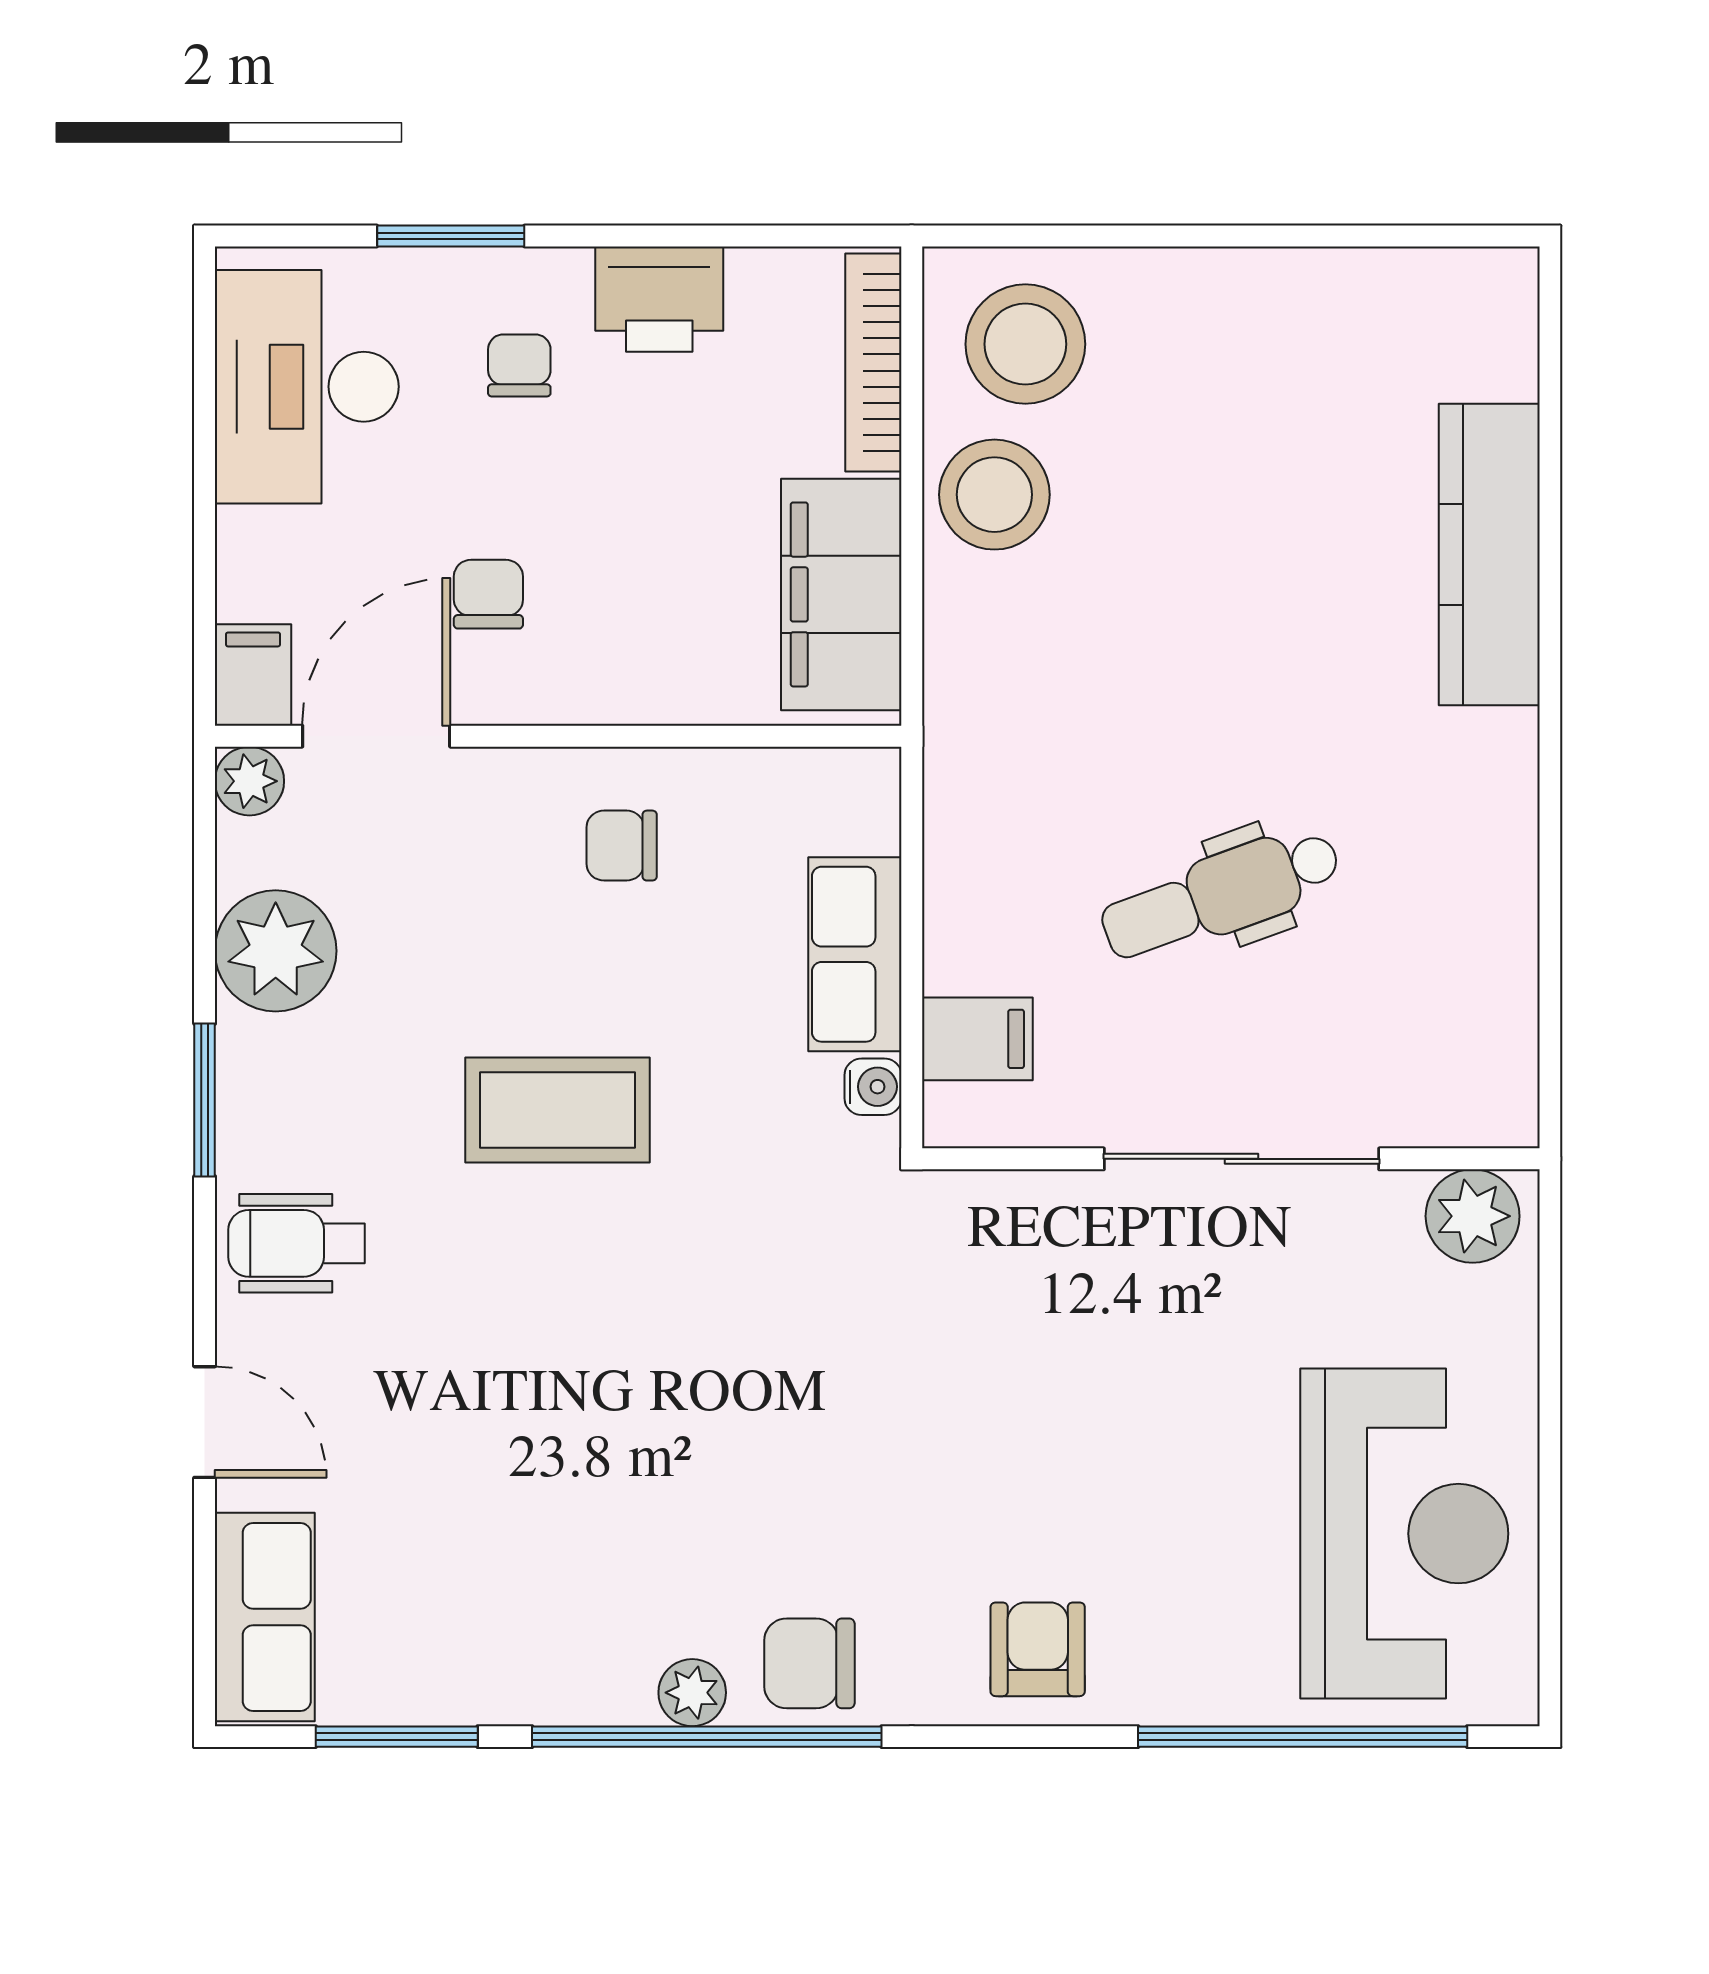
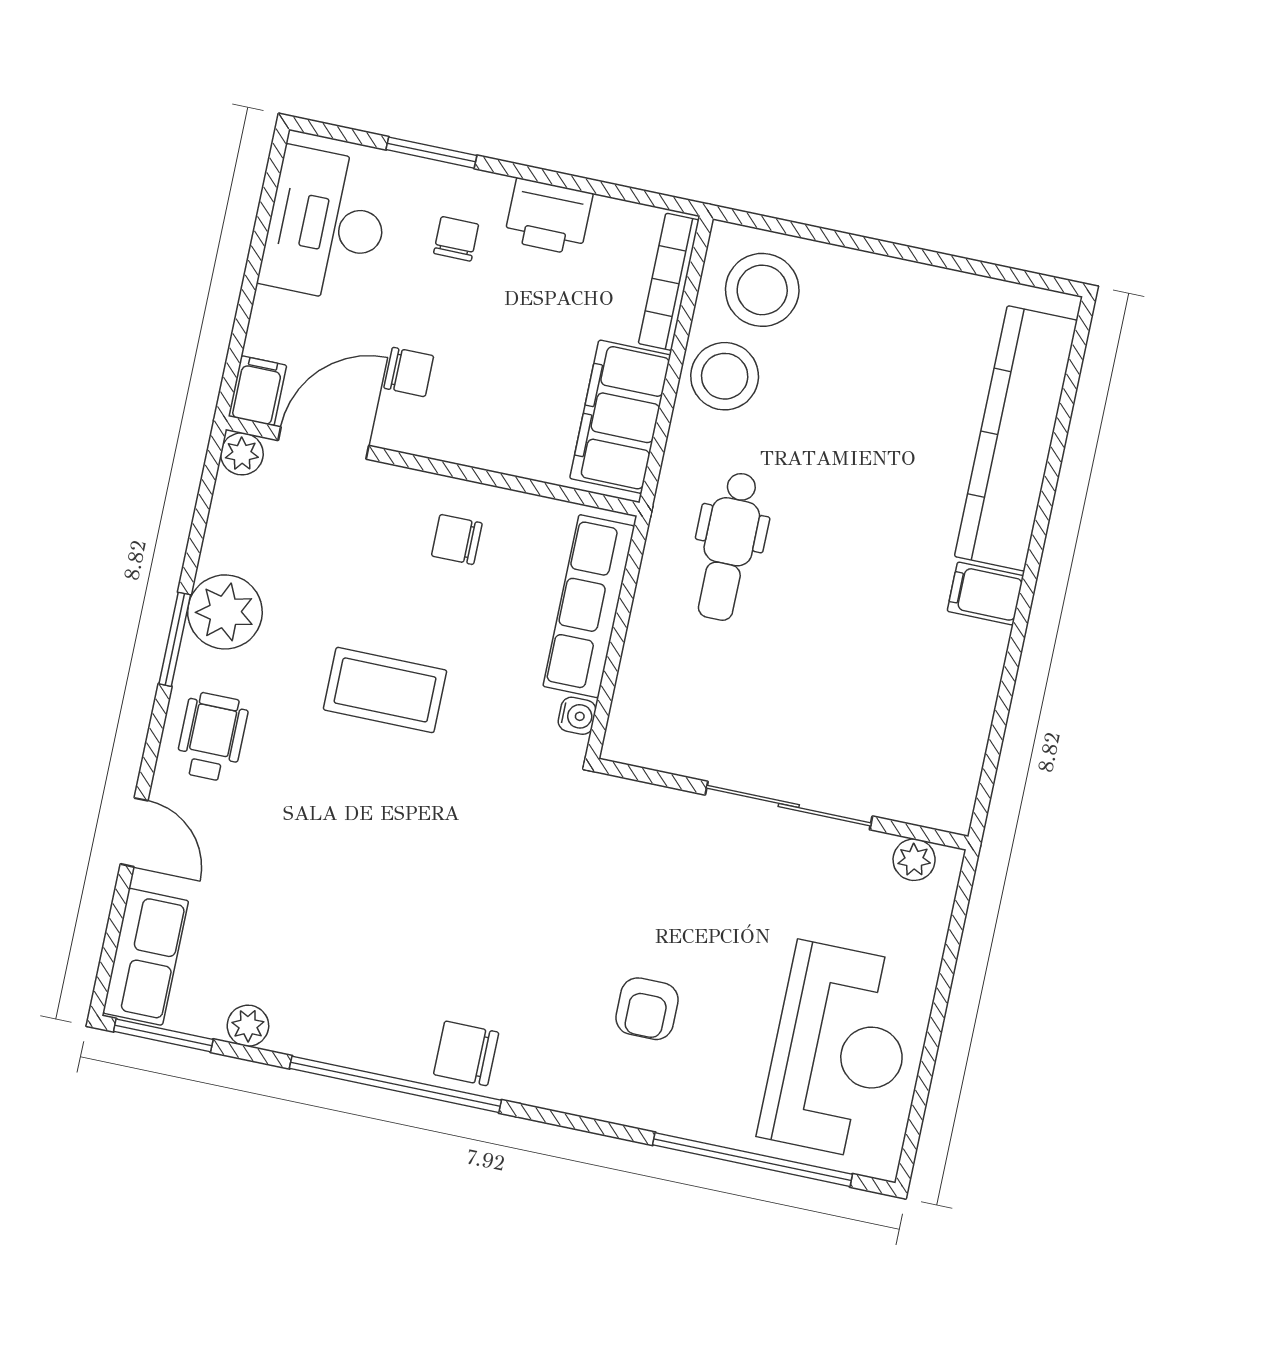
kitchen counter: (1489, 555) -> (1016, 438), width x1.39, depth x1.17
chair: (488, 594) -> (409, 372), turned 90
dental chair: (1221, 894) -> (729, 546), moved, turned -70
plant: (276, 951) -> (225, 612), moved
row of seats: (855, 954) -> (589, 606), width x1.48
filing cabinet: (977, 1039) -> (985, 593), moved, turned 180
plant: (1473, 1216) -> (914, 860), width x0.73, depth x0.73
wheelchair: (297, 1243) -> (212, 737), turned 90
armchair: (1038, 1649) -> (647, 1009), moved, turned 180
plant: (692, 1693) -> (248, 1026), moved
window: (397, 1737) -> (163, 1035), moved

